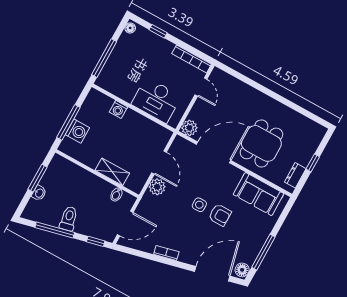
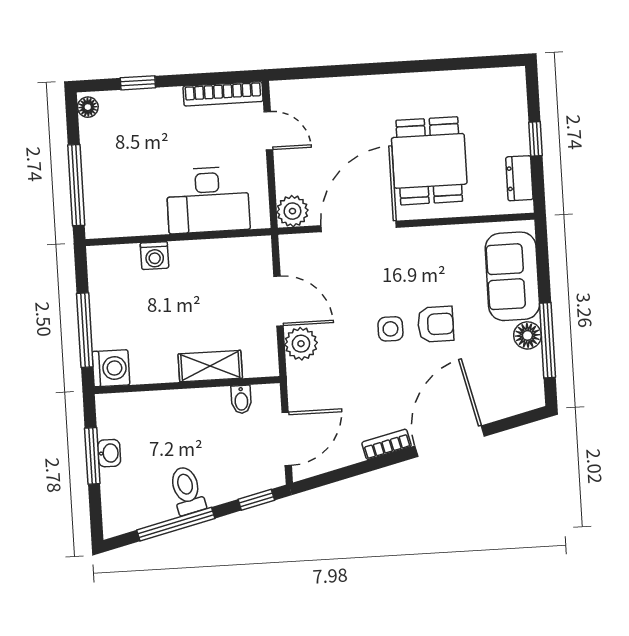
washing machine: (77, 131) -> (111, 368), moved
washbasin: (39, 193) -> (109, 453), moved
sofa: (259, 194) -> (512, 276), moved, turned 90
floor lamp: (242, 270) -> (527, 335), moved
door: (212, 274) -> (450, 441), moved

